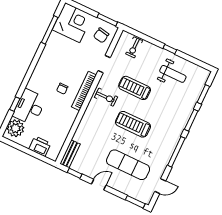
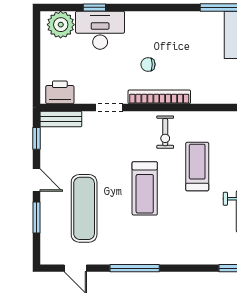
doorway: (104, 64) -> (109, 107), moved
window: (191, 120) -> (189, 268), removed
treadmill: (133, 124) -> (145, 188), turned 180
printer: (40, 146) -> (60, 92), moved, turned -90
window: (135, 202) -> (36, 218), moved

